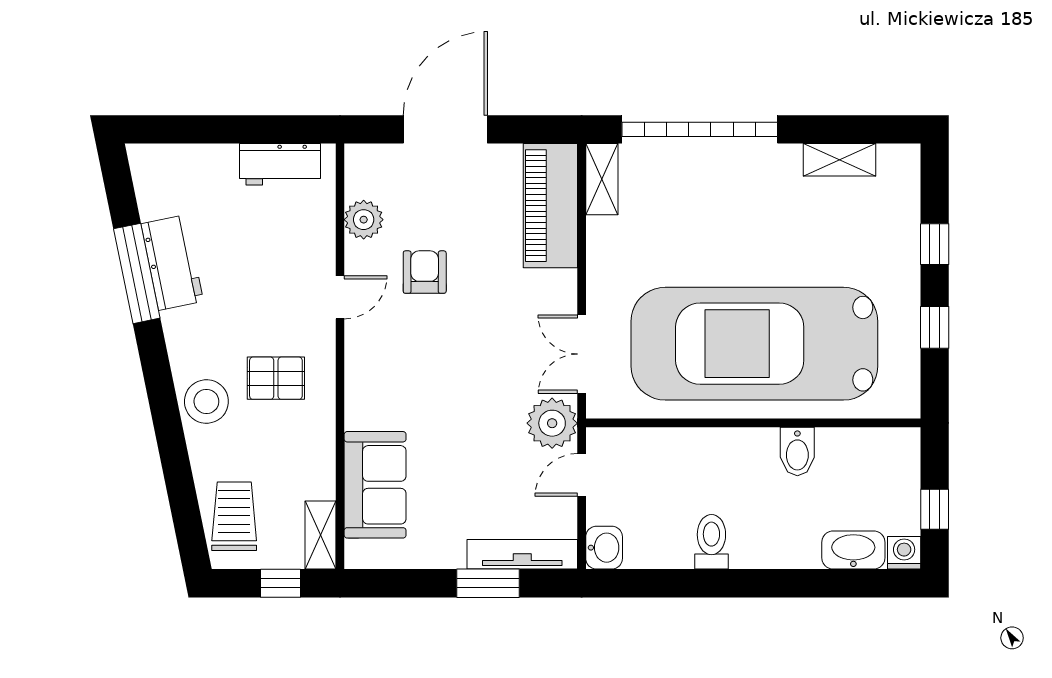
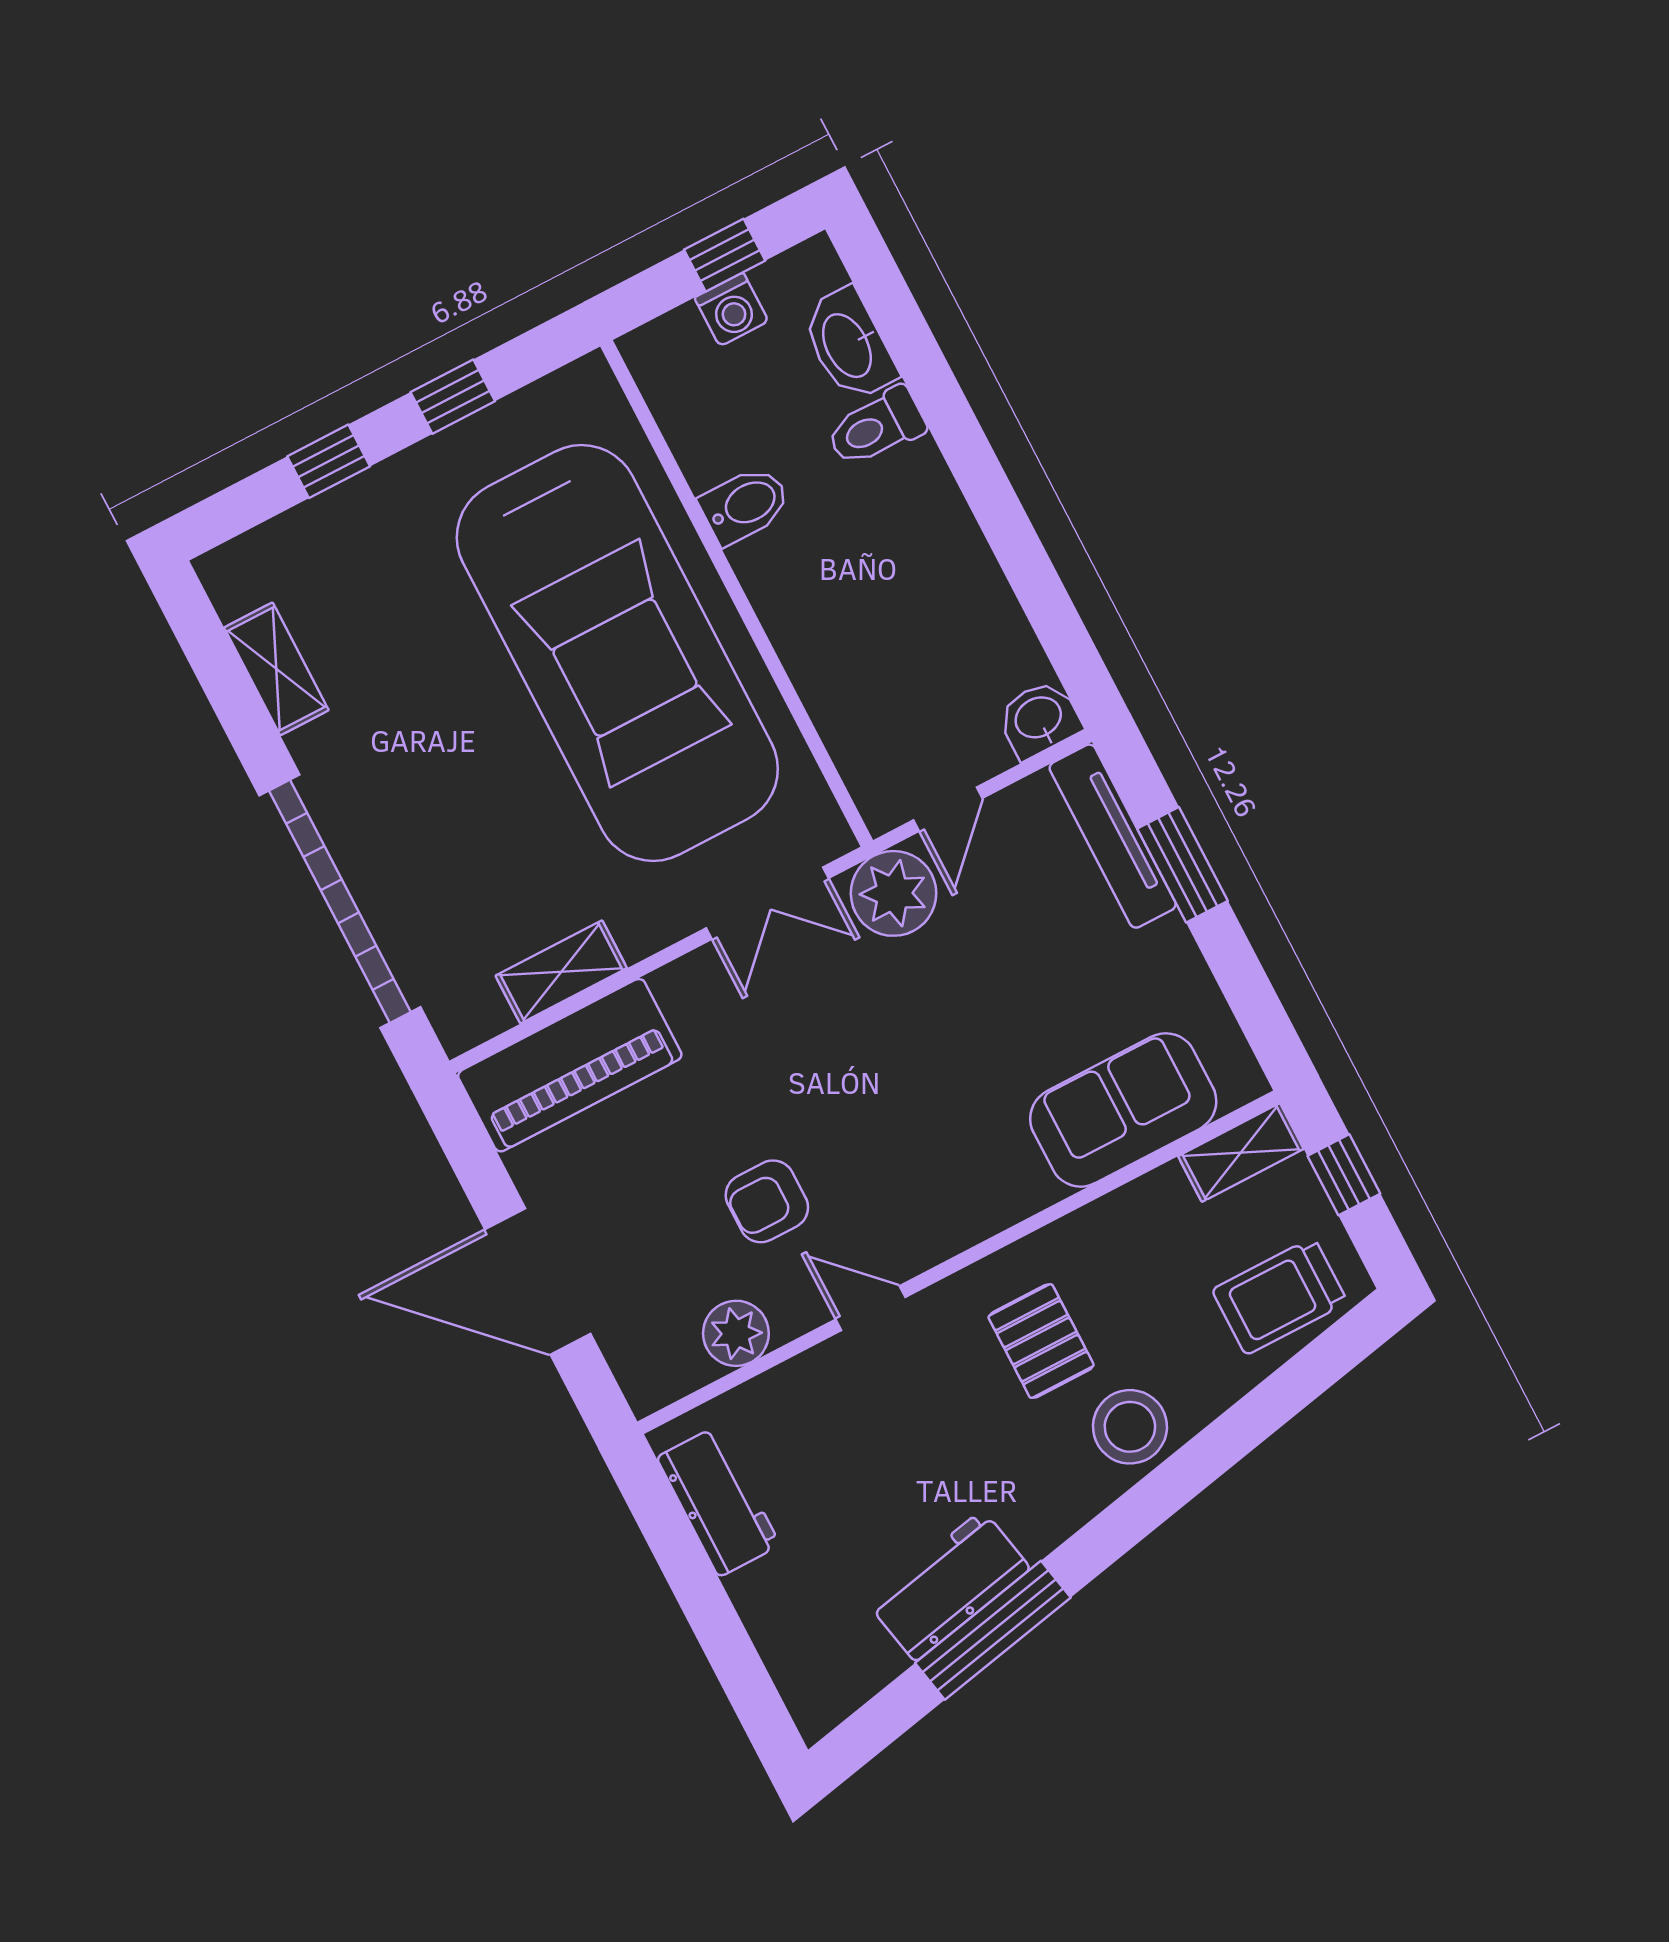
shelving: (602, 179) -> (561, 972), moved
door: (582, 475) -> (948, 809), hinge flipped
toilet: (711, 542) -> (876, 427), moved
washing machine: (904, 553) -> (731, 309), moved, turned -90

